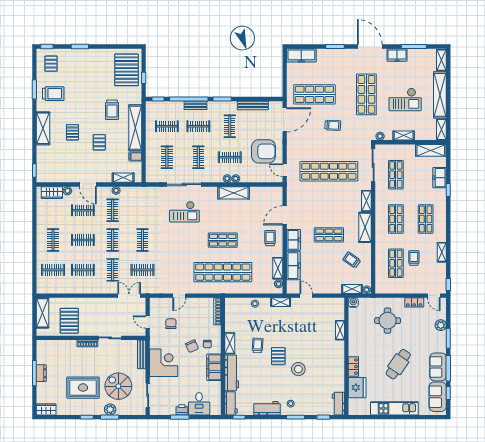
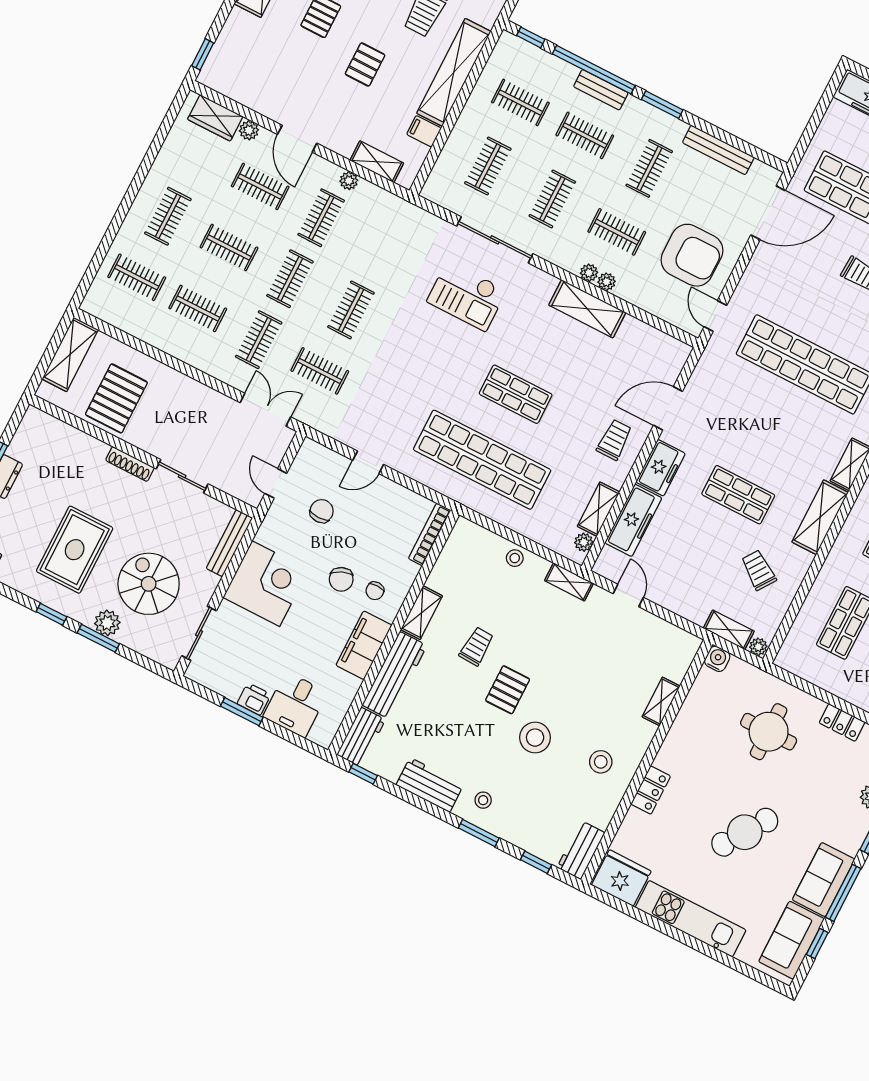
stool: (329, 365) -> (601, 762), added
rug: (83, 388) -> (75, 550), turned 90
fridge: (357, 388) -> (621, 878), moved, turned -90

